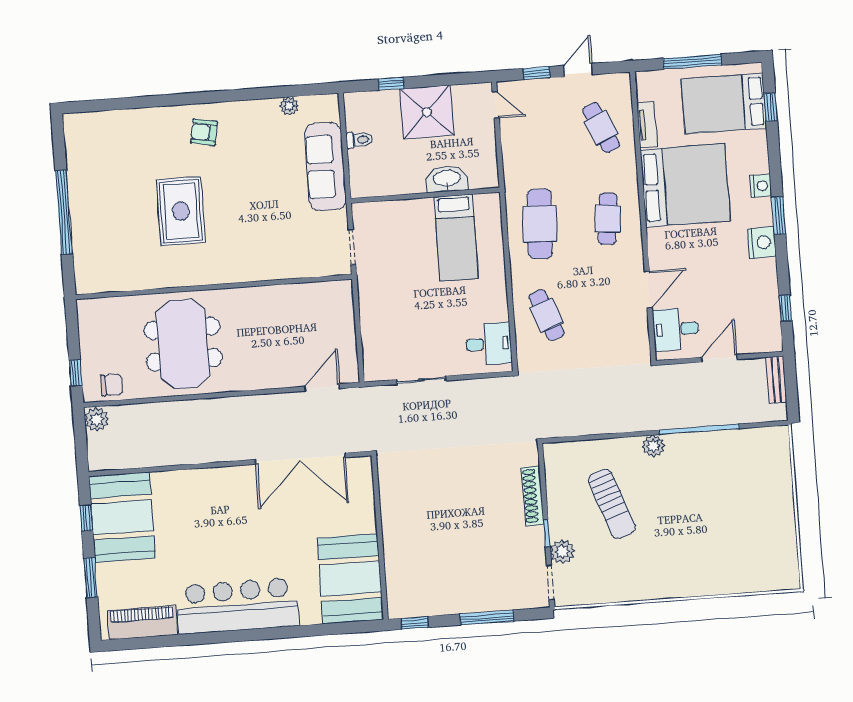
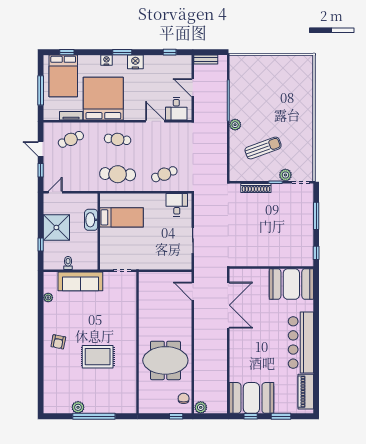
plant: (79, 180) -> (78, 407), added

